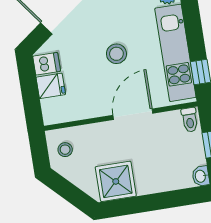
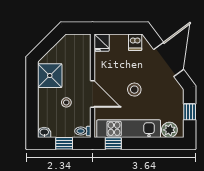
fridge: (51, 86) -> (102, 43), moved
stool: (65, 150) -> (66, 102), moved

